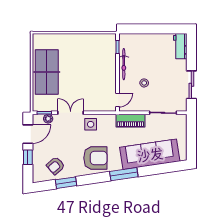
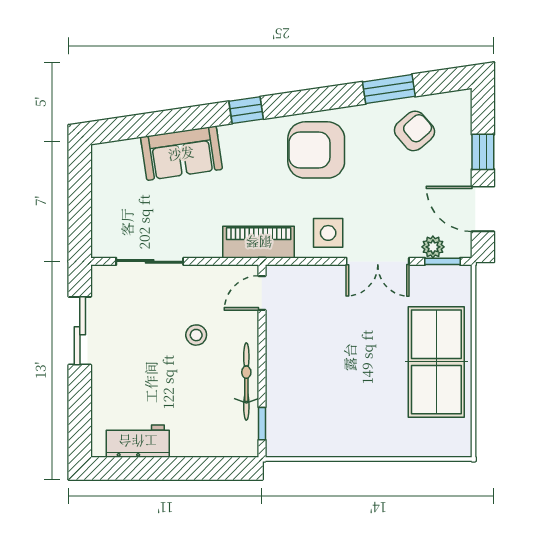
workbench: (180, 46) -> (138, 441), moved, turned -90
piano: (130, 121) -> (259, 242), moved
door: (28, 134) -> (483, 209), hinge flipped
sofa: (150, 154) -> (181, 153), width x0.54, depth x0.79
window: (124, 174) -> (246, 110), width x0.46

